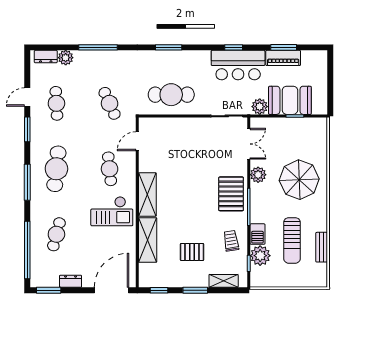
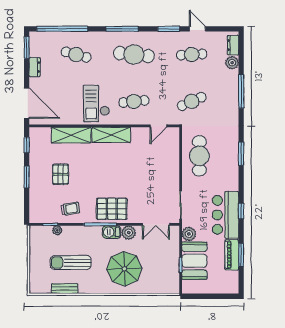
door: (137, 141) -> (158, 126), swing flipped
barbecue: (257, 234) -> (112, 232), moved
plant: (260, 256) -> (57, 230), width x0.53, depth x0.53
shelving: (224, 281) -> (35, 202), removed

